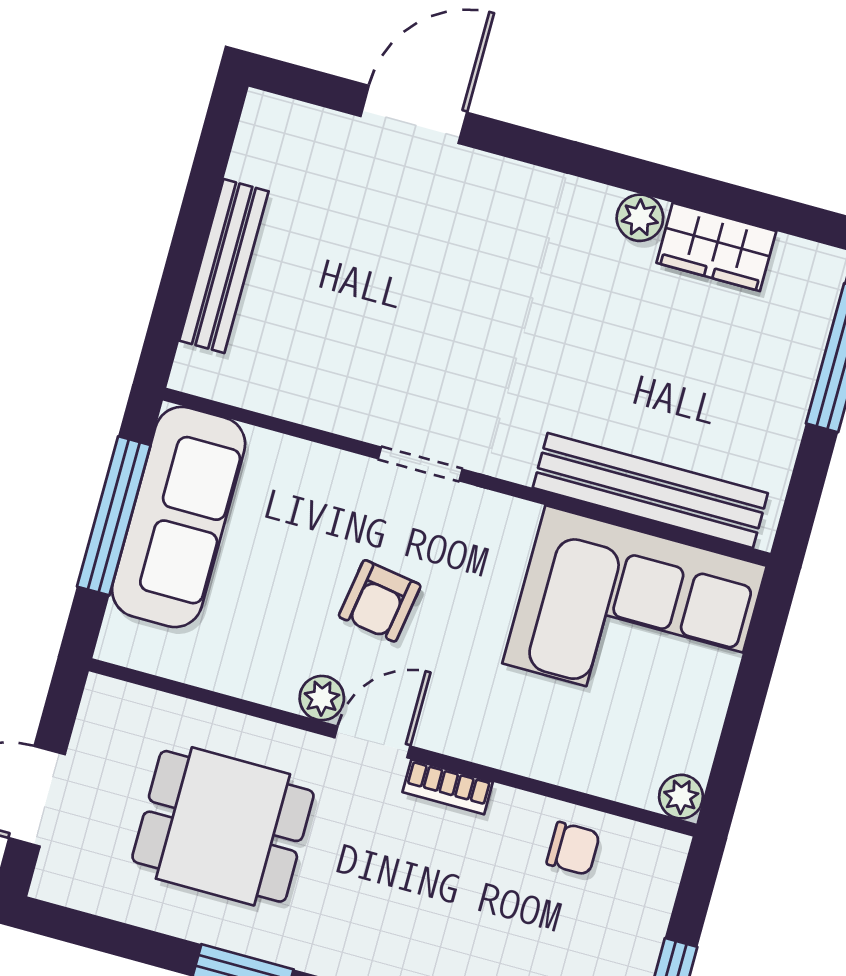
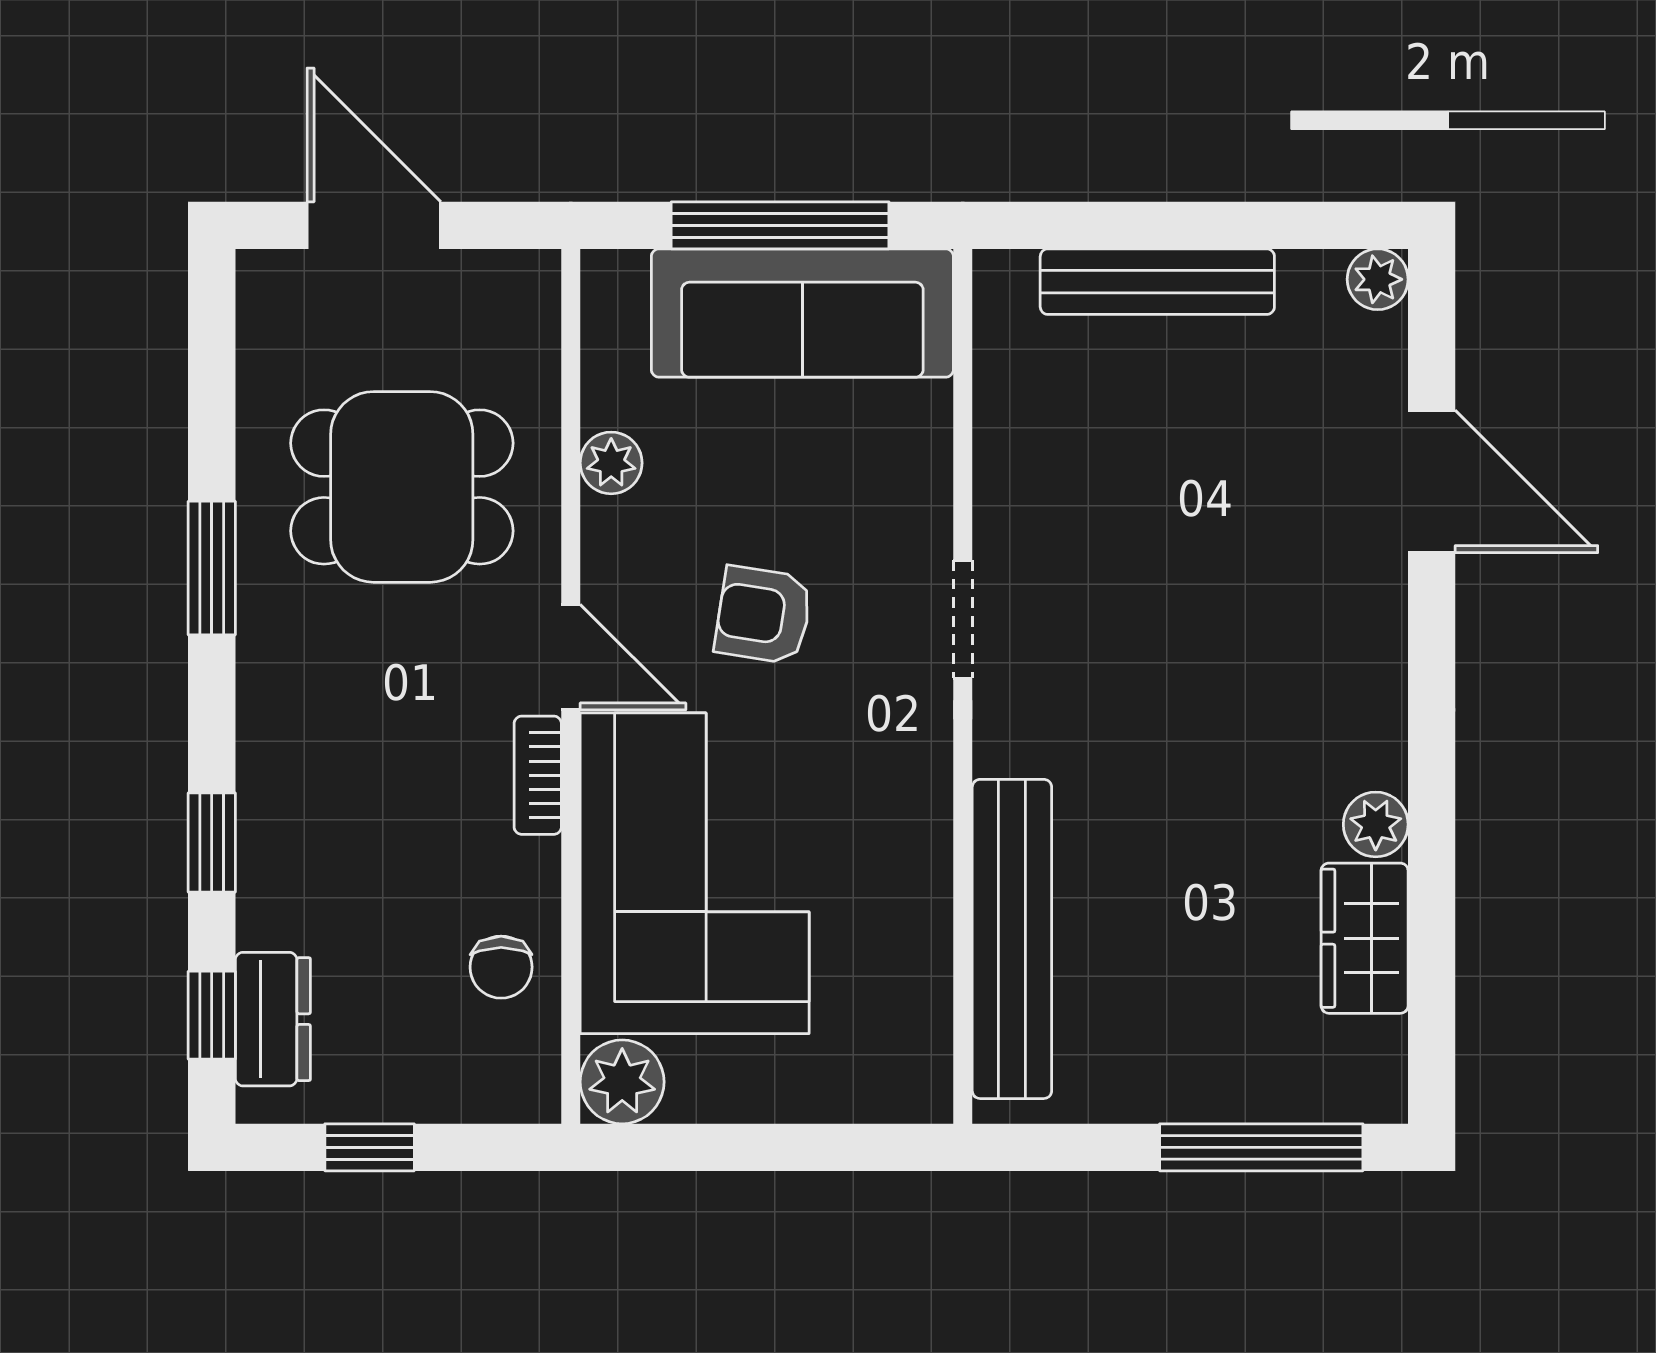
plant: (264, 113) -> (1378, 279), added
corner sofa: (634, 615) -> (695, 873), moved, turned 180
plant: (322, 698) -> (611, 463), moved
plant: (681, 797) -> (622, 1082), width x1.38, depth x1.38
dining table: (223, 826) -> (402, 487), turned 90

